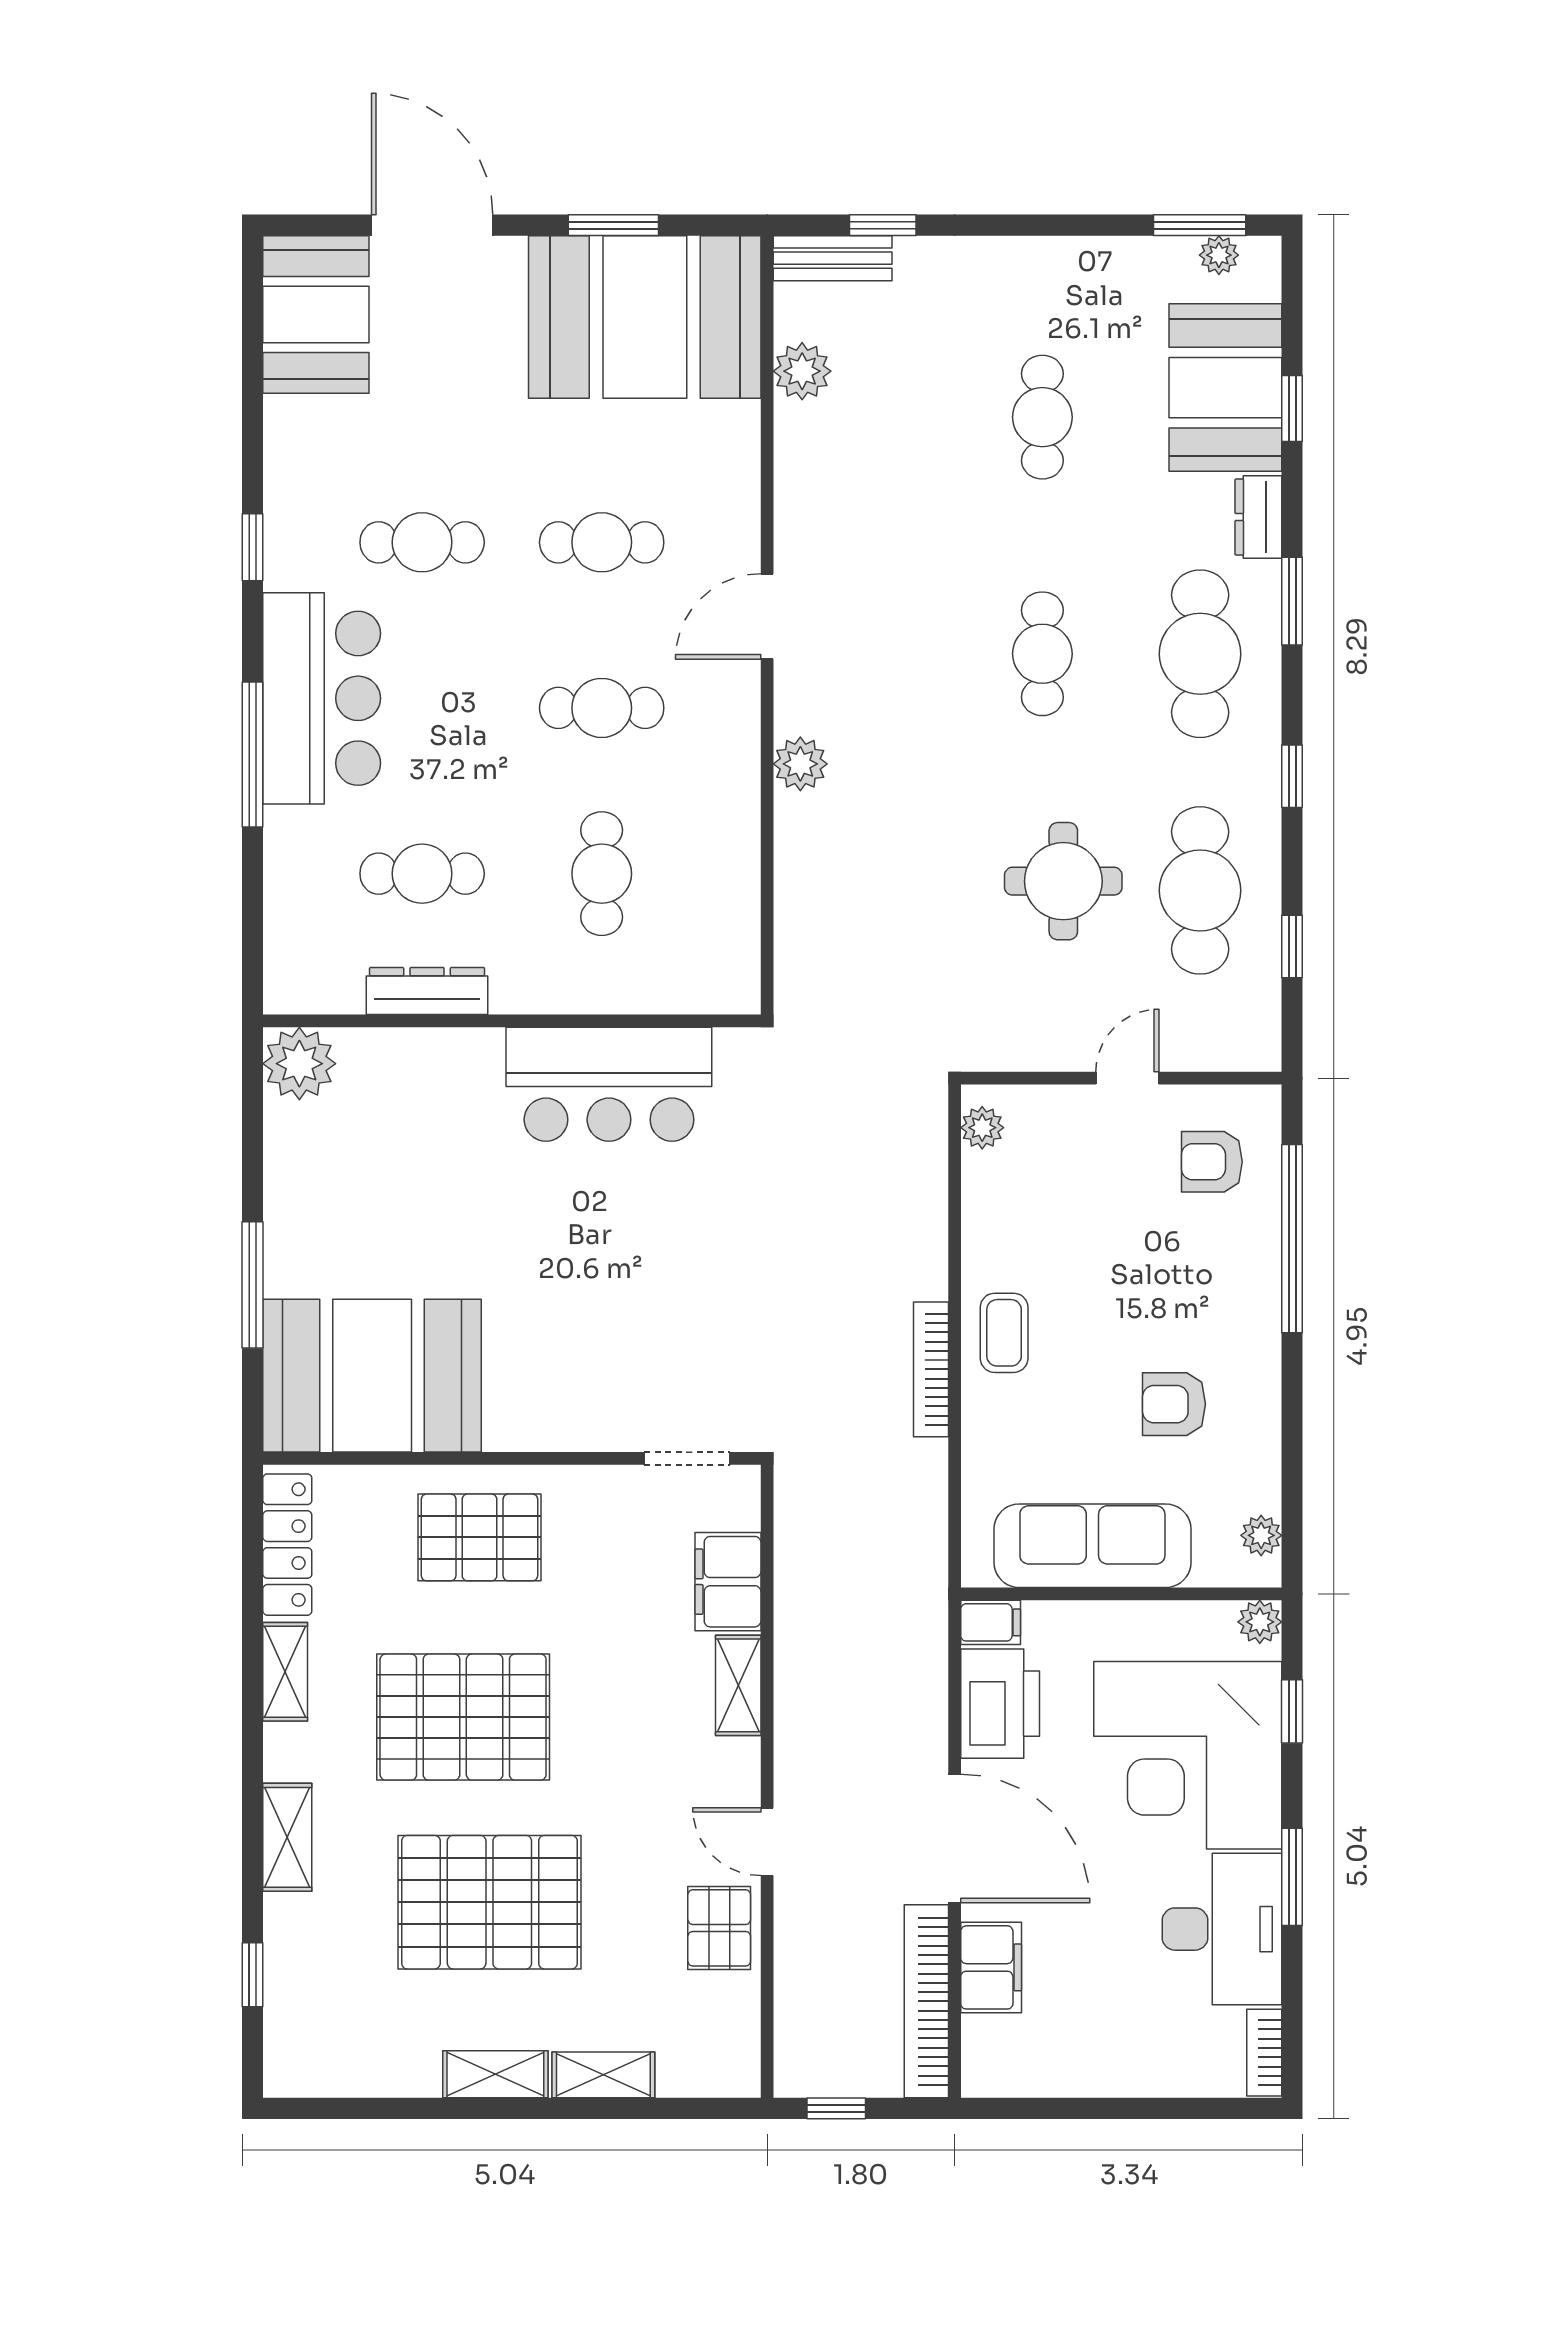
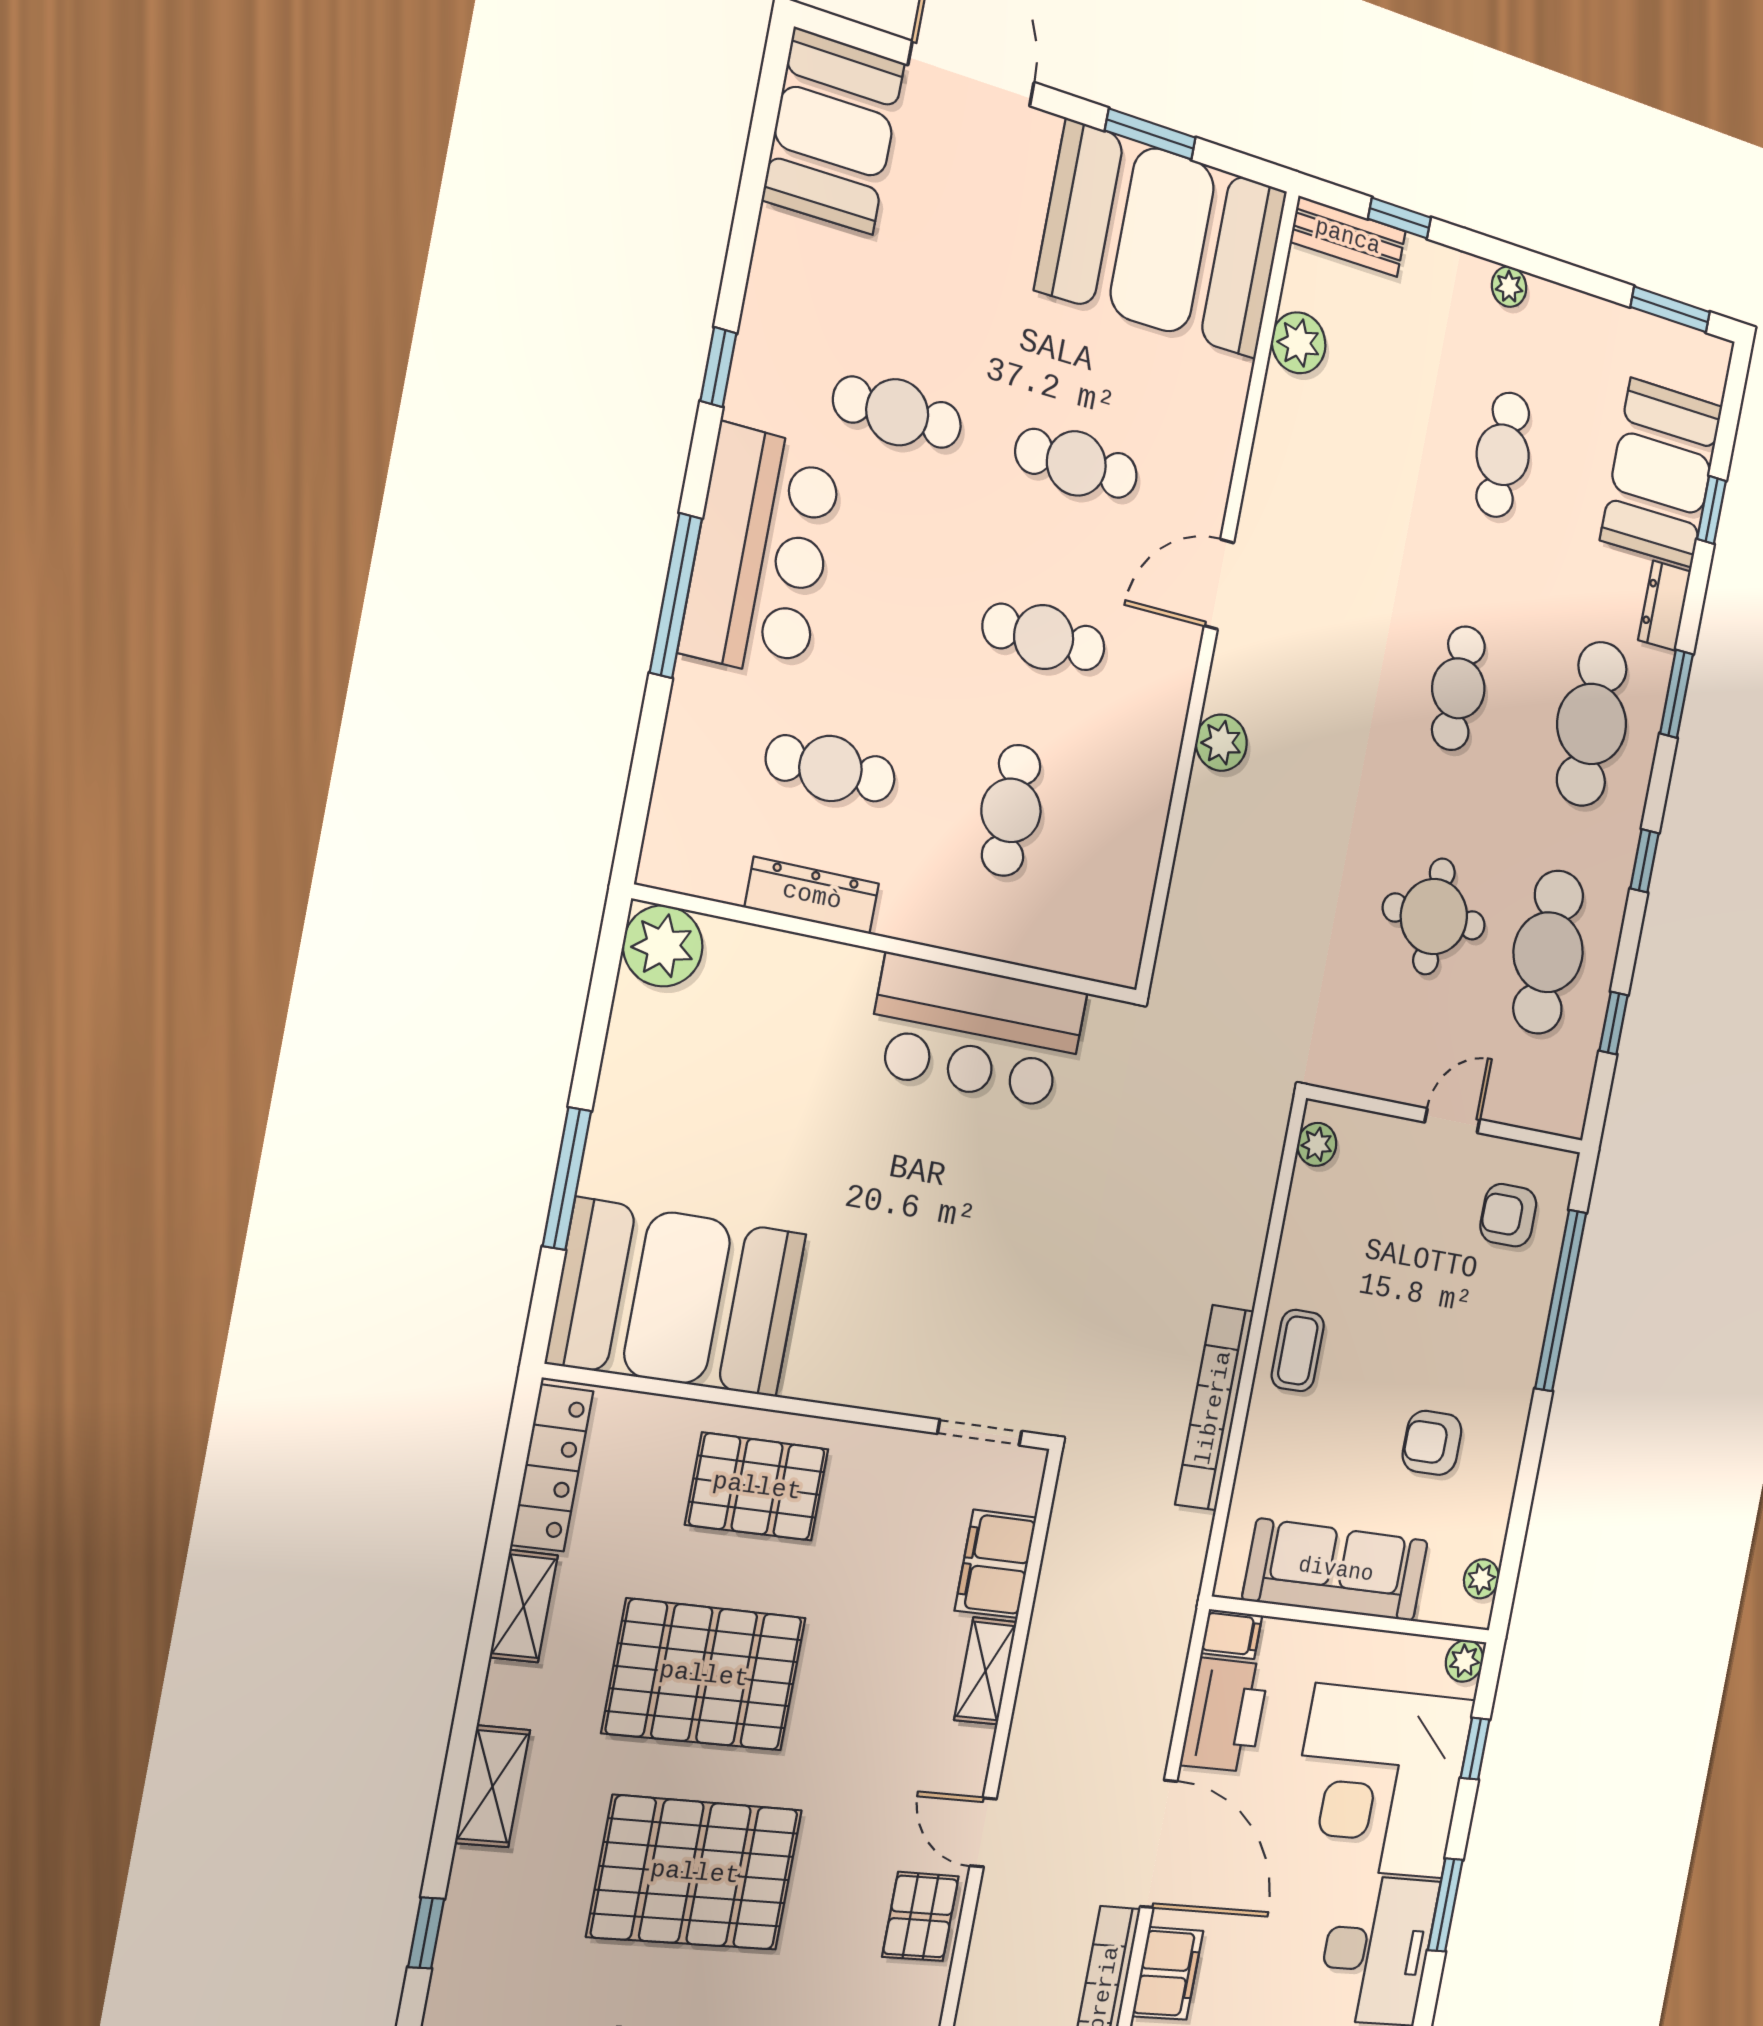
plant: (1219, 255) -> (1509, 287), moved
bookcase: (931, 1369) -> (1214, 1408), width x1.48, depth x1.31

